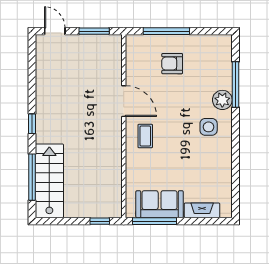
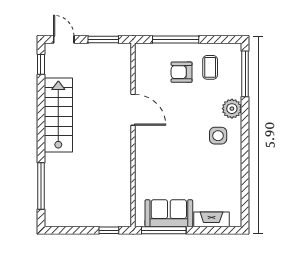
window: (235, 84) -> (245, 74), moved
window: (32, 124) -> (41, 64), moved
coffee table: (145, 136) -> (210, 67), moved
stairs: (49, 181) -> (58, 115), moved

